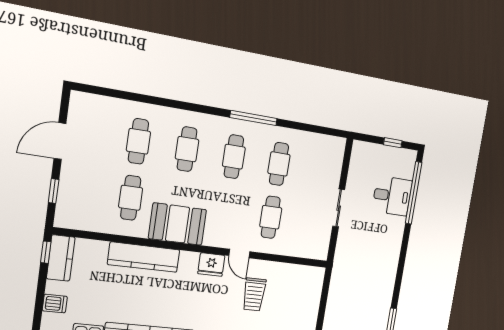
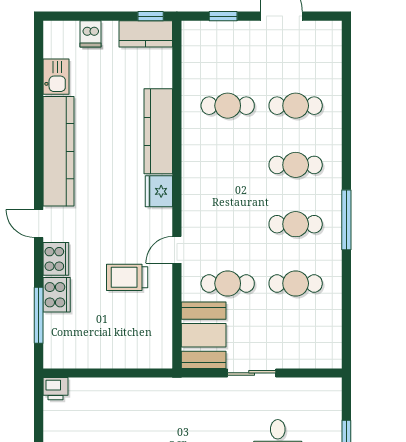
window: (254, 118) -> (346, 220), moved
booth: (178, 224) -> (204, 335), moved
fridge: (211, 264) -> (159, 191), moved

